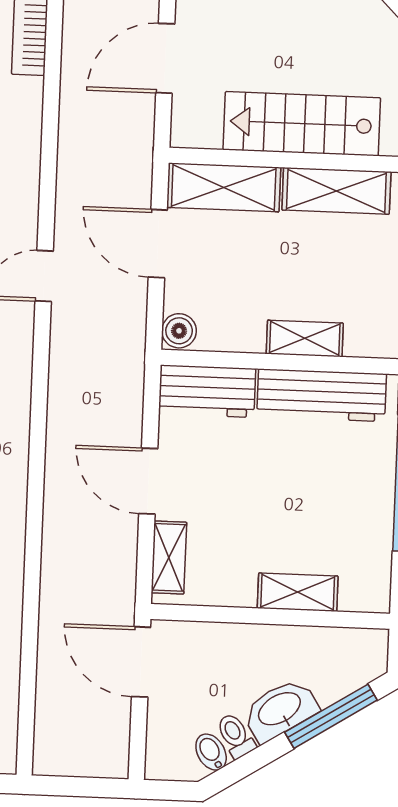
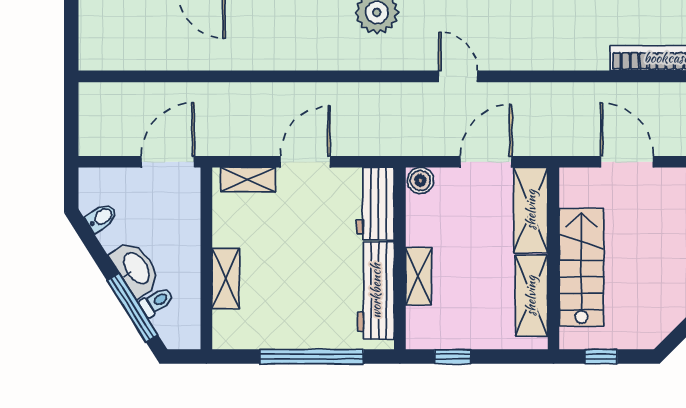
toilet: (236, 736) -> (157, 302), moved

